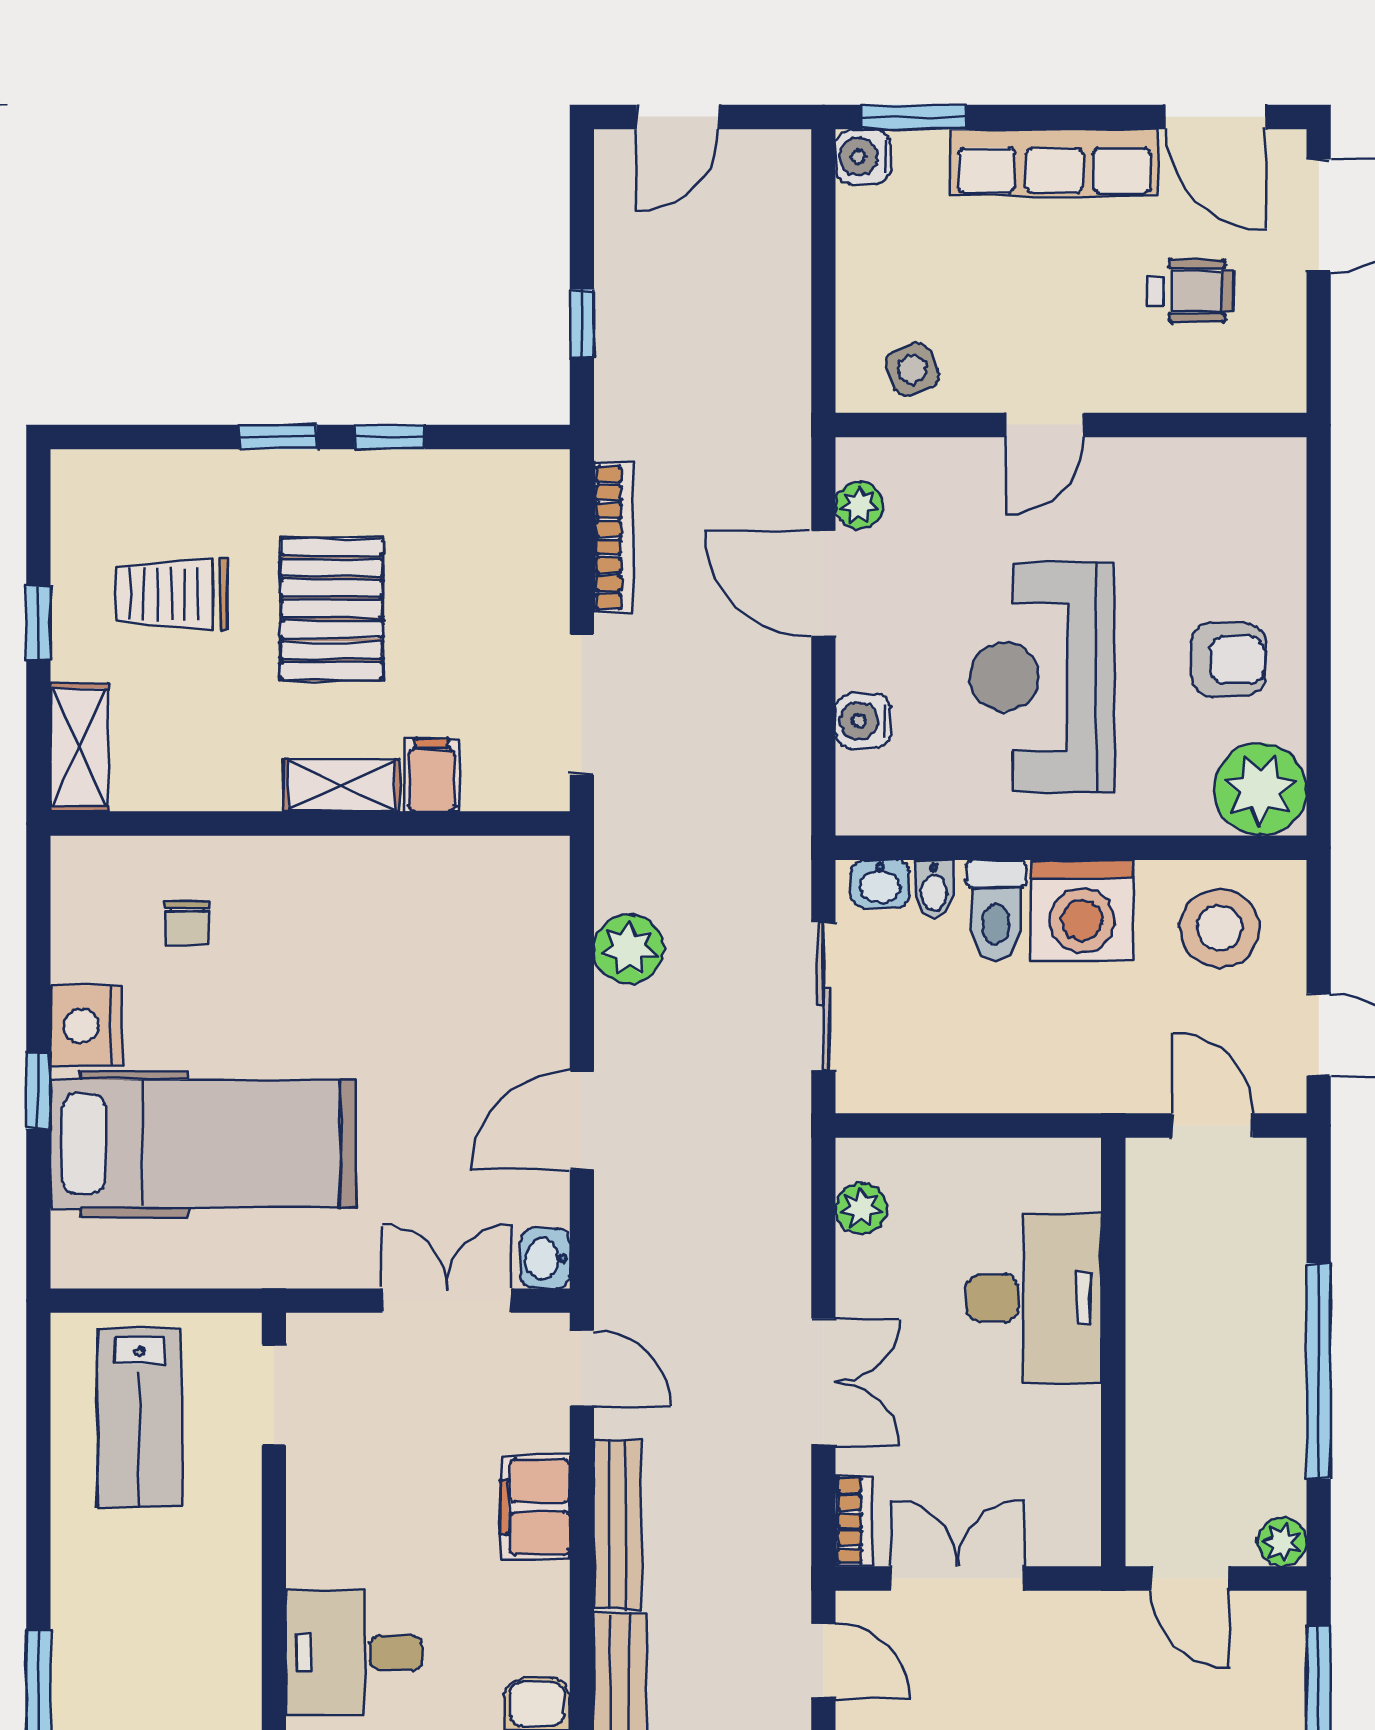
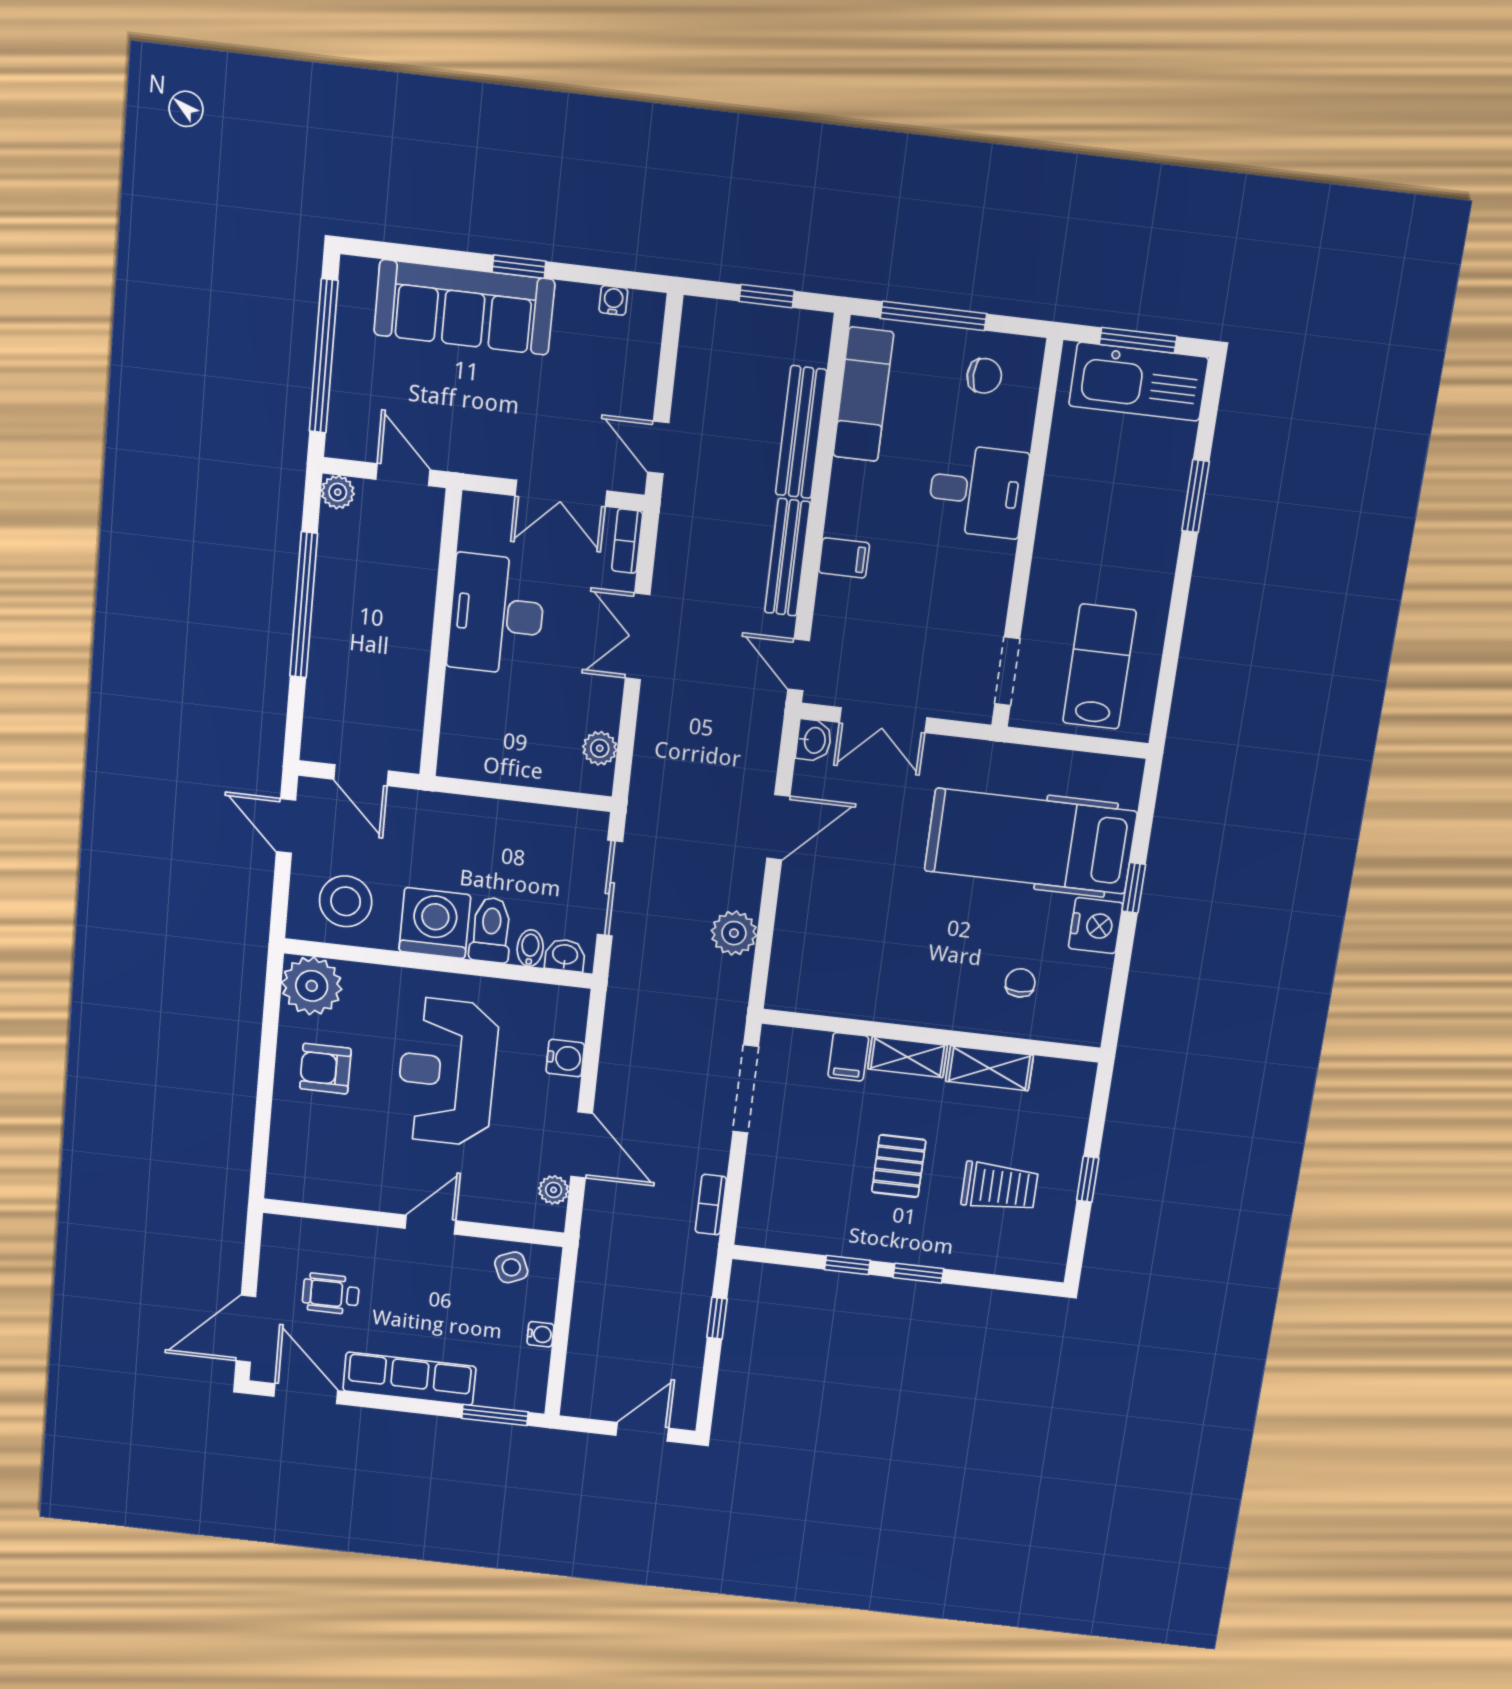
water cooler: (863, 157) -> (540, 1334), moved, width x0.72, depth x0.72
bookcase: (613, 538) -> (711, 1205), width x0.64
pallet: (332, 609) -> (899, 1166), width x0.67, depth x0.71
reception desk: (1042, 677) -> (447, 1072), turned 180
shelving: (79, 747) -> (990, 1068), moved, turned 90
desk: (1034, 1298) -> (497, 615), moved
filing cabinet: (535, 1507) -> (844, 558), width x0.50

